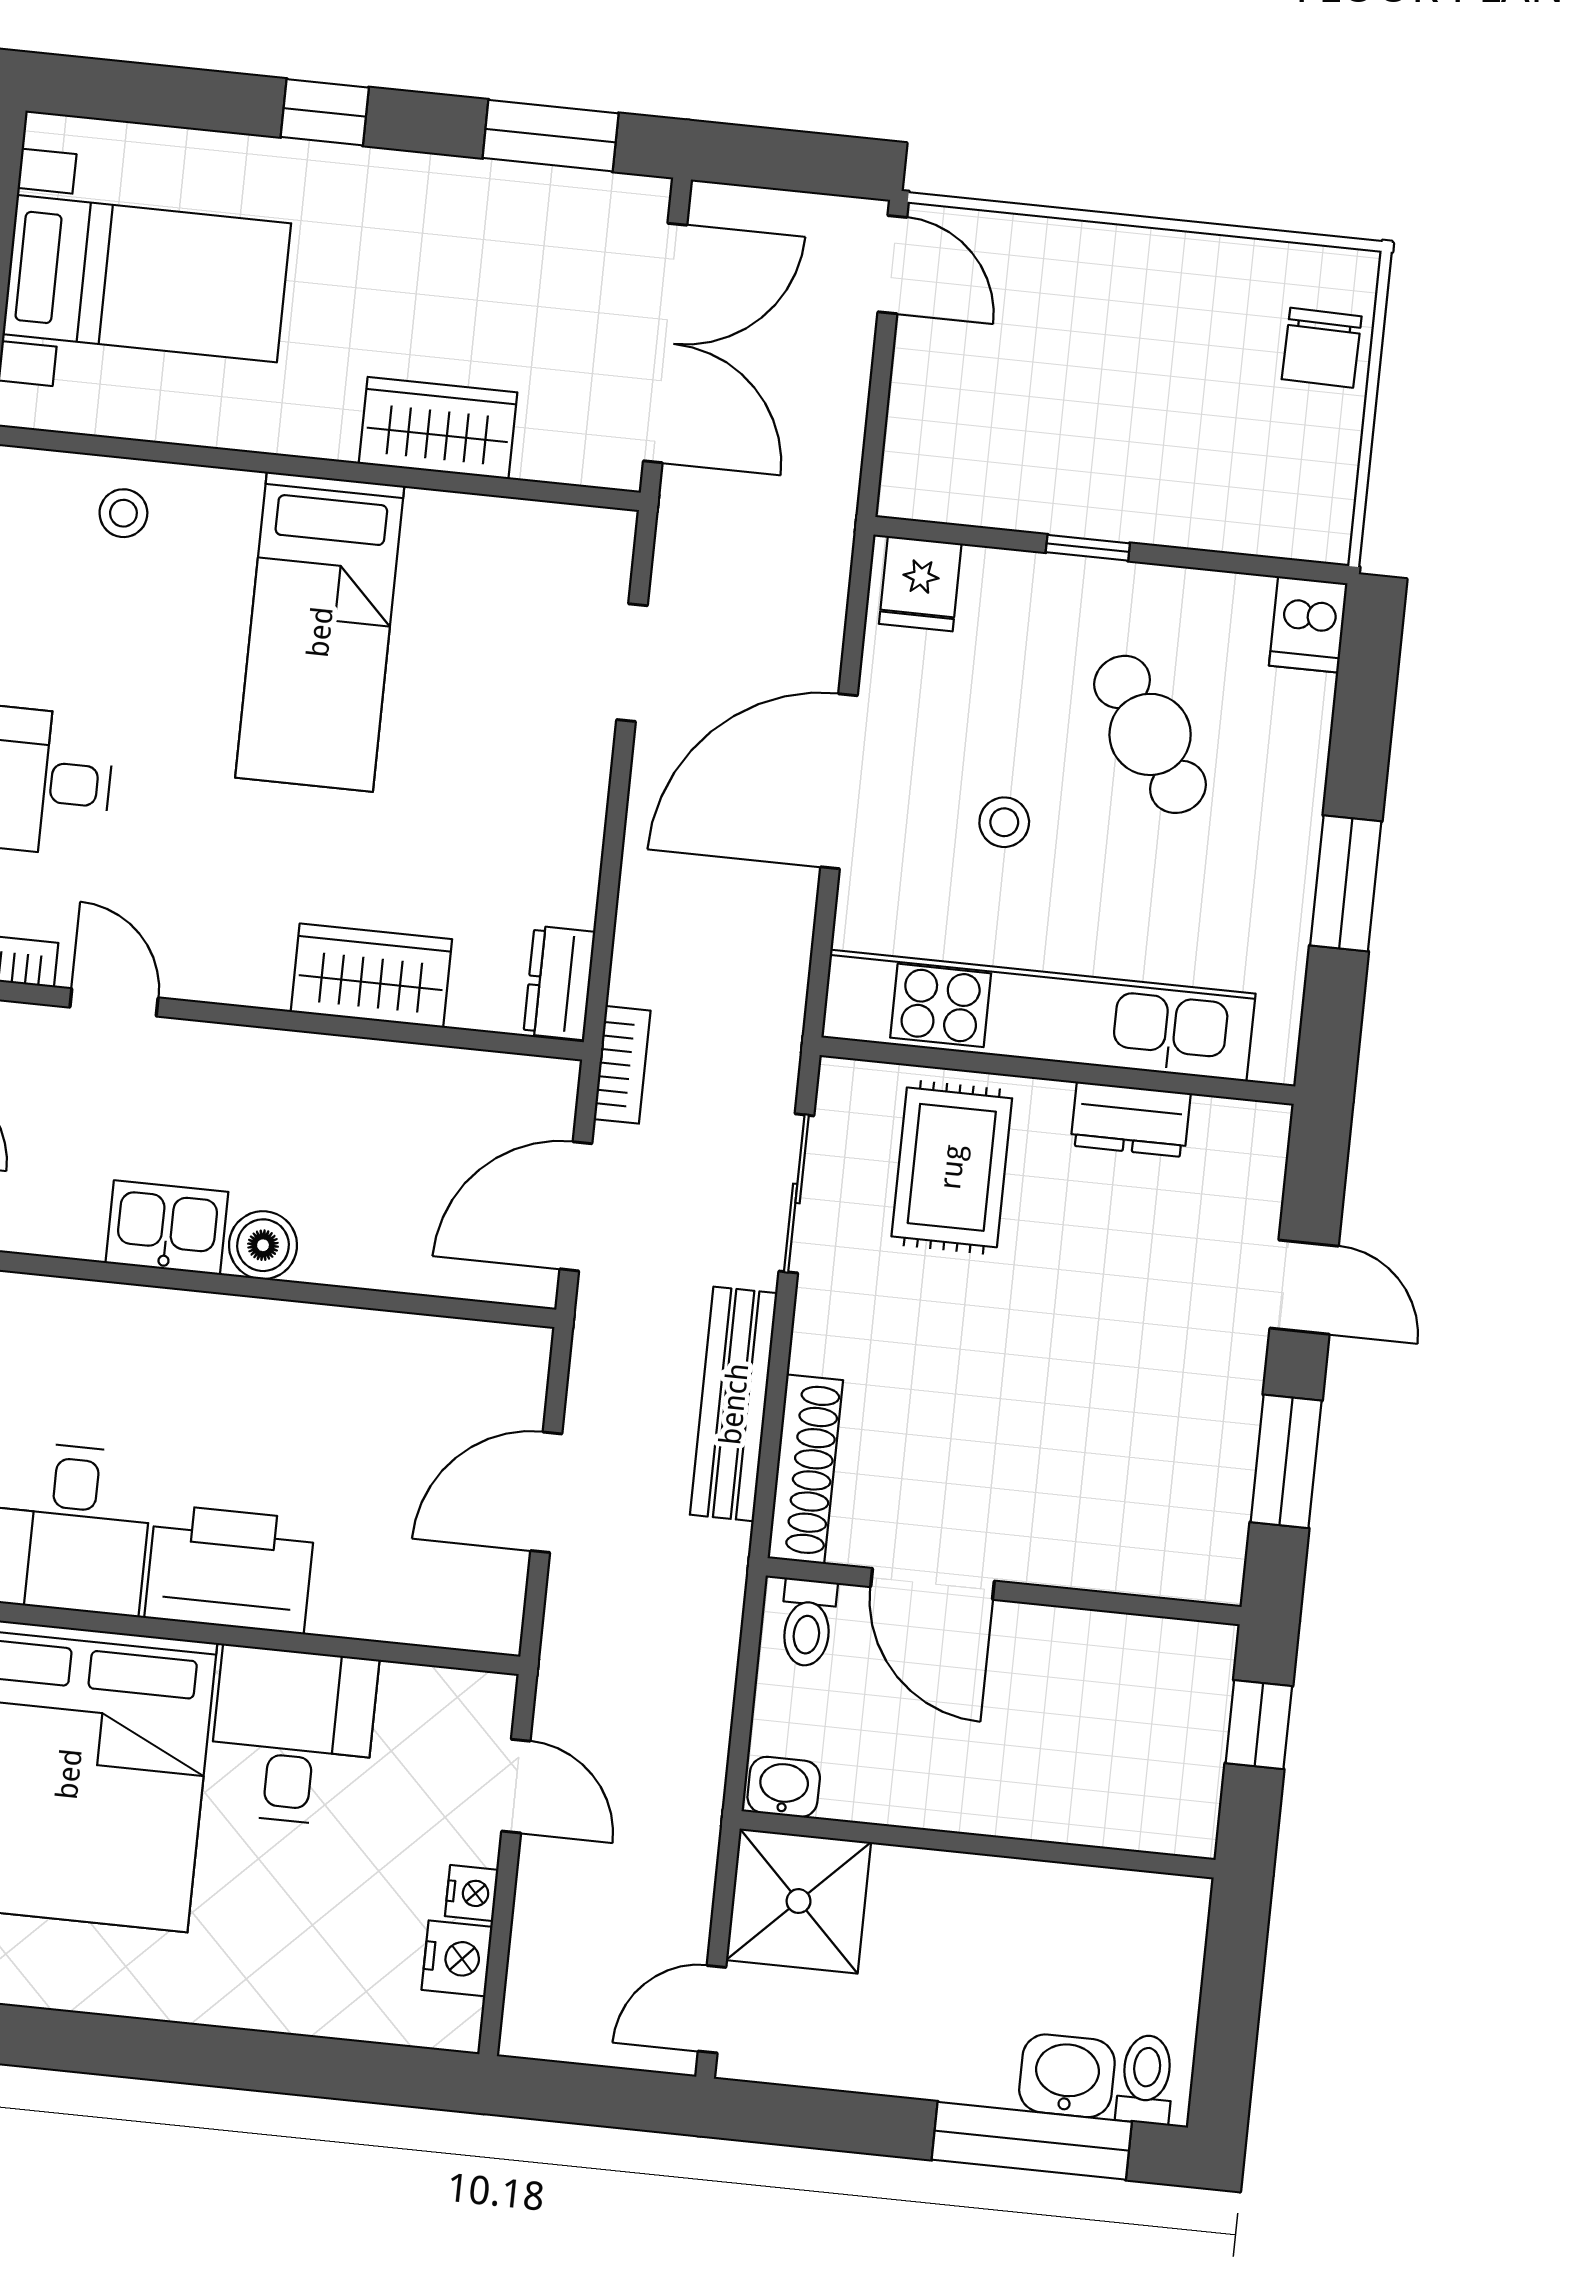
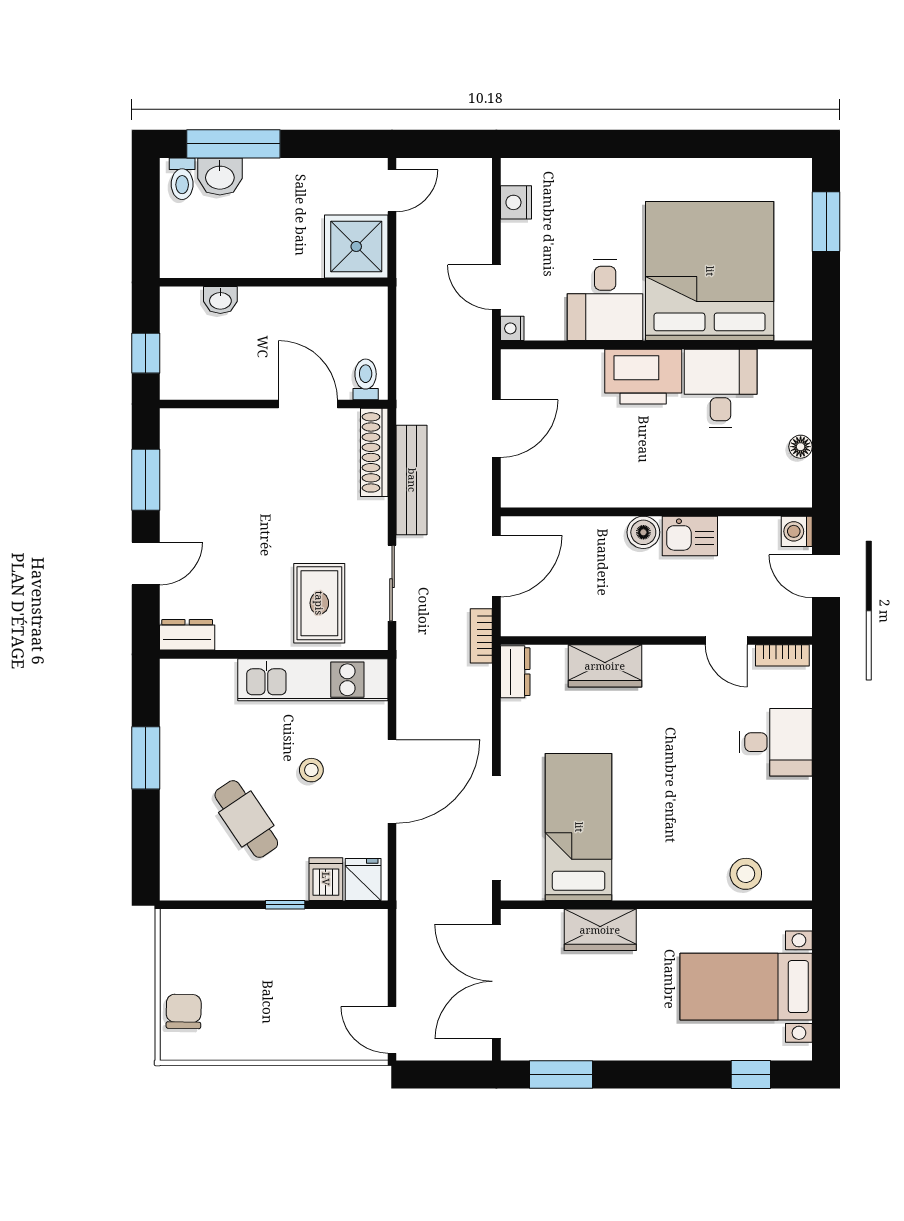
window: (325, 112) -> (751, 1075), moved
stool: (123, 513) -> (746, 874), width x1.37, depth x1.37
dishwasher: (1308, 624) -> (326, 879), moved
bed: (320, 632) -> (579, 827), moved
doorway: (632, 663) -> (496, 828), width x1.88
kitchen unit: (1038, 1016) -> (313, 680), width x0.73
dresser: (1131, 1119) -> (187, 635), moved
door: (1304, 1287) -> (146, 564), swing flipped
washbasin: (784, 1787) -> (220, 300), moved
nightstand: (472, 1893) -> (512, 328), moved

